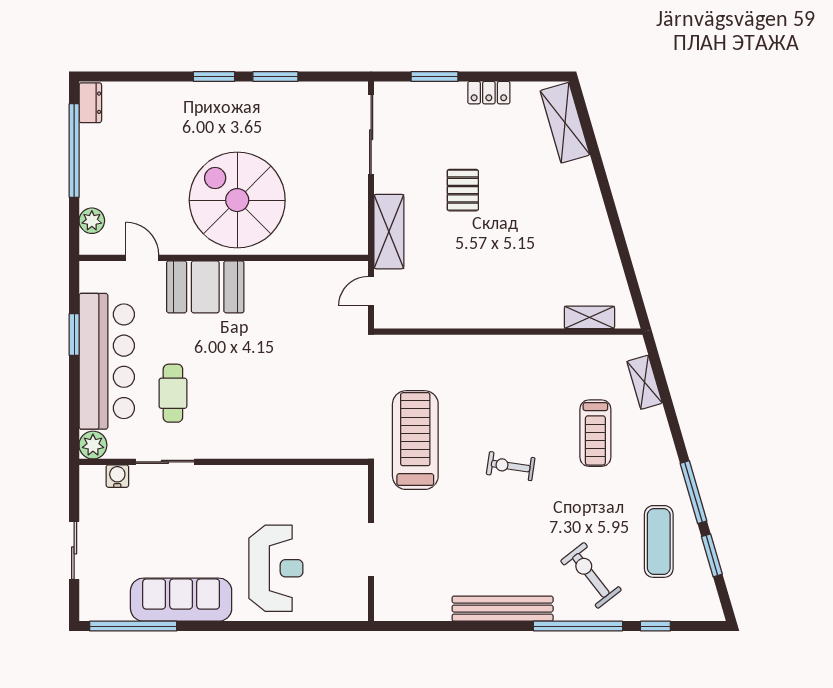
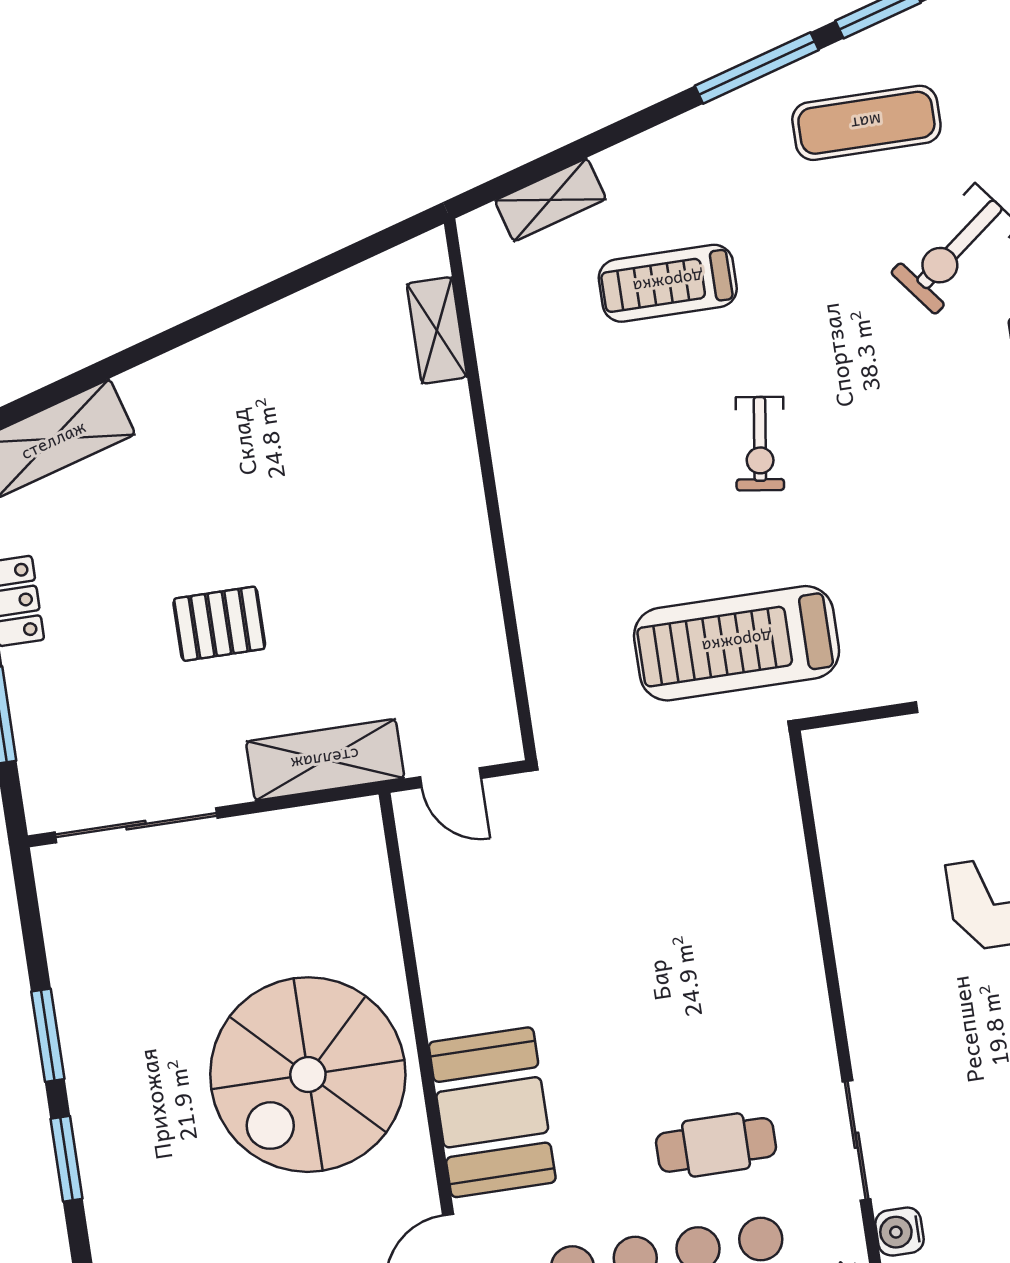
treadmill: (595, 433) -> (668, 283), turned 180

